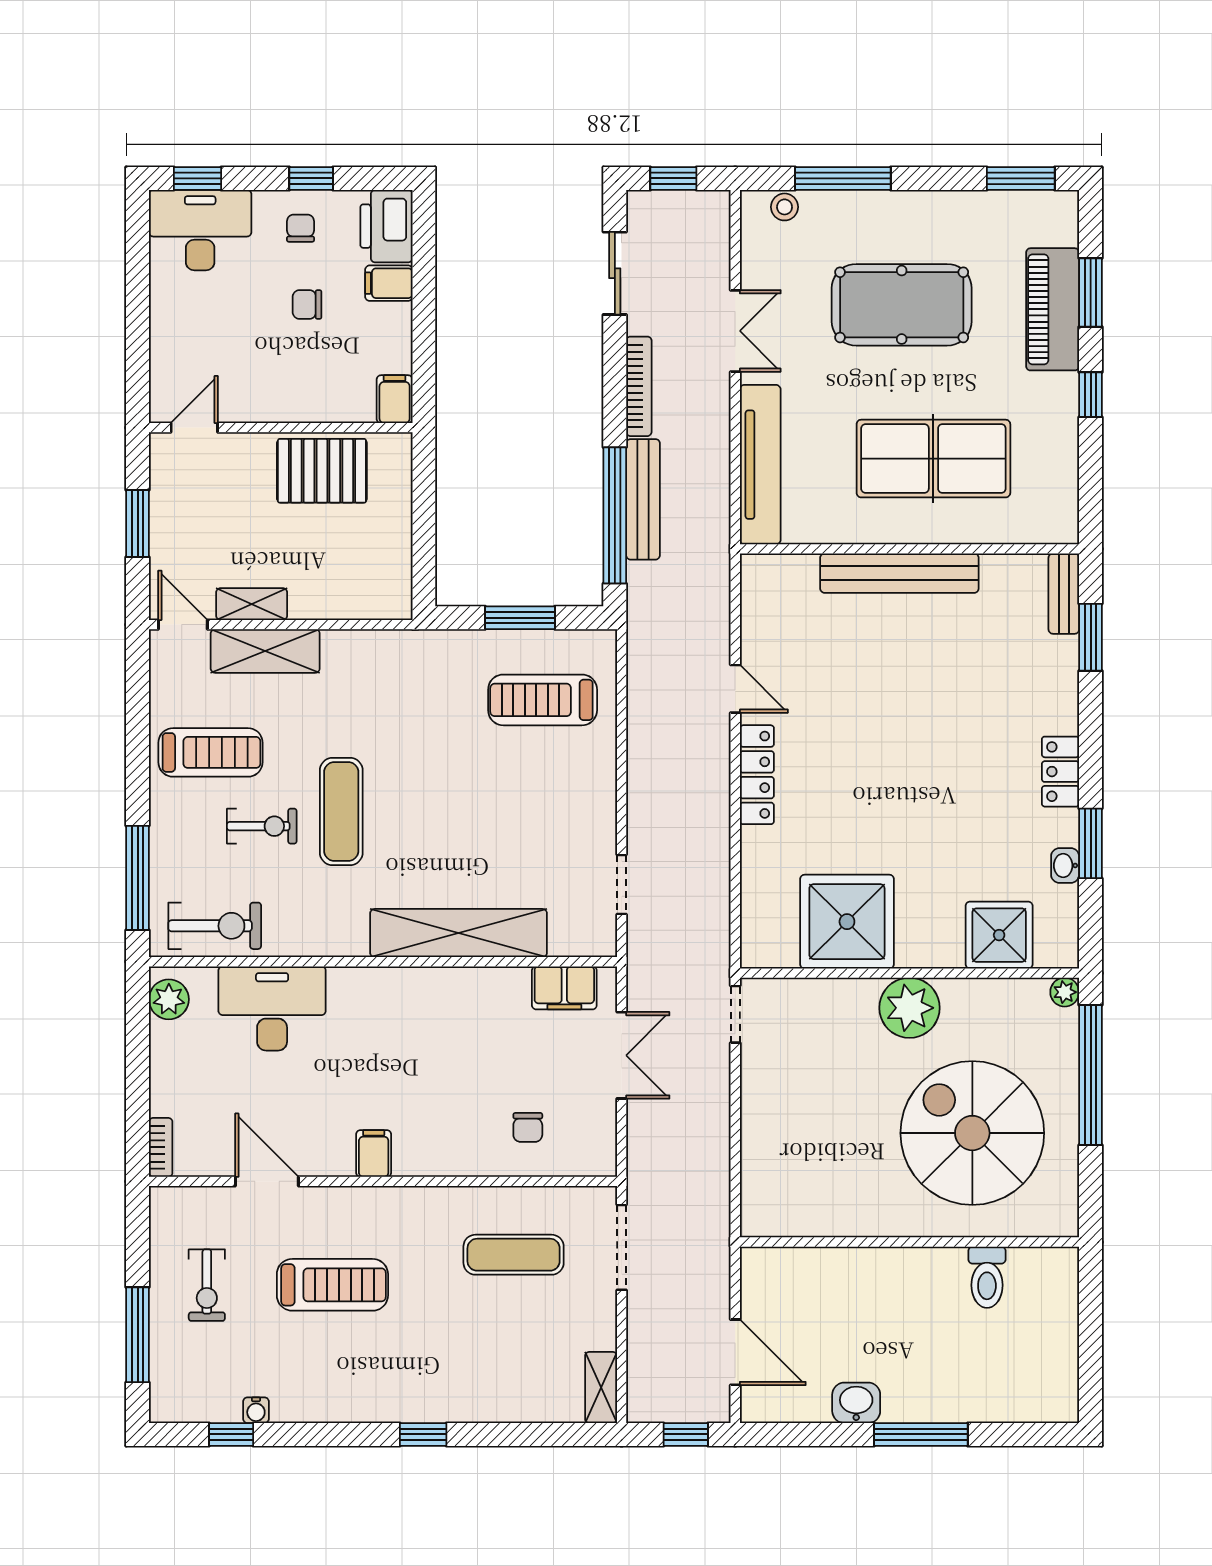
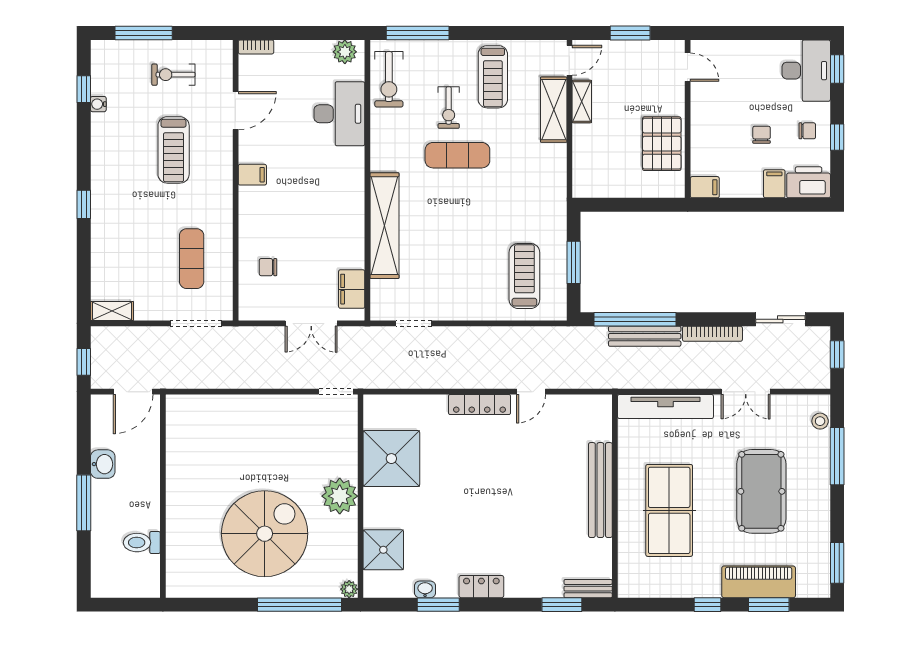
wall: (909, 1242) -> (163, 496), moved
toilet: (987, 1277) -> (142, 543), moved

